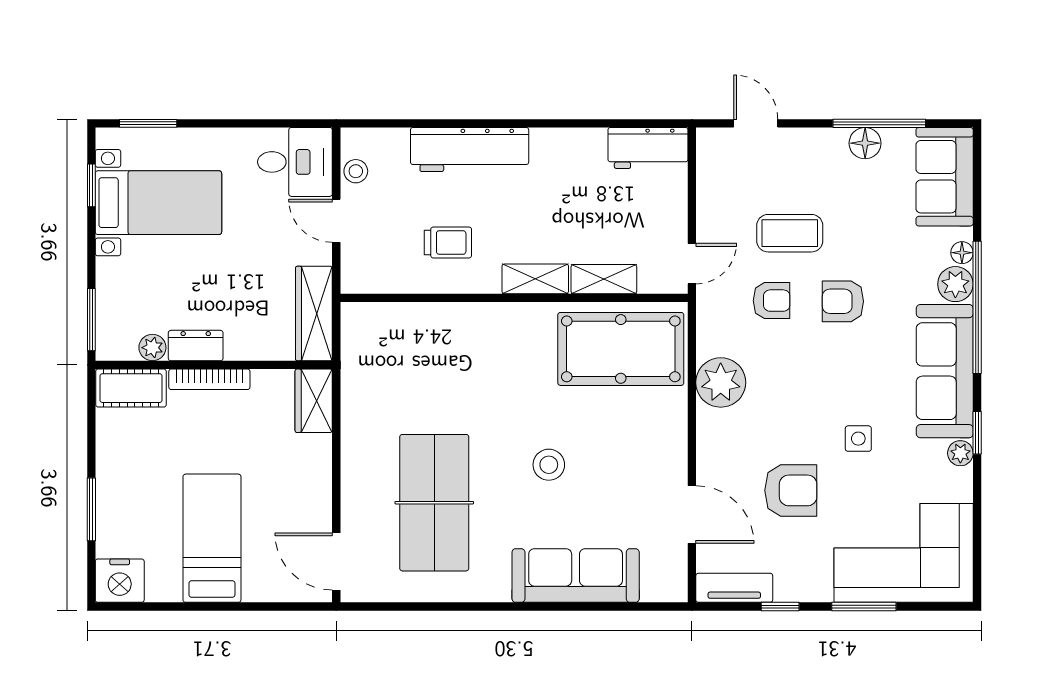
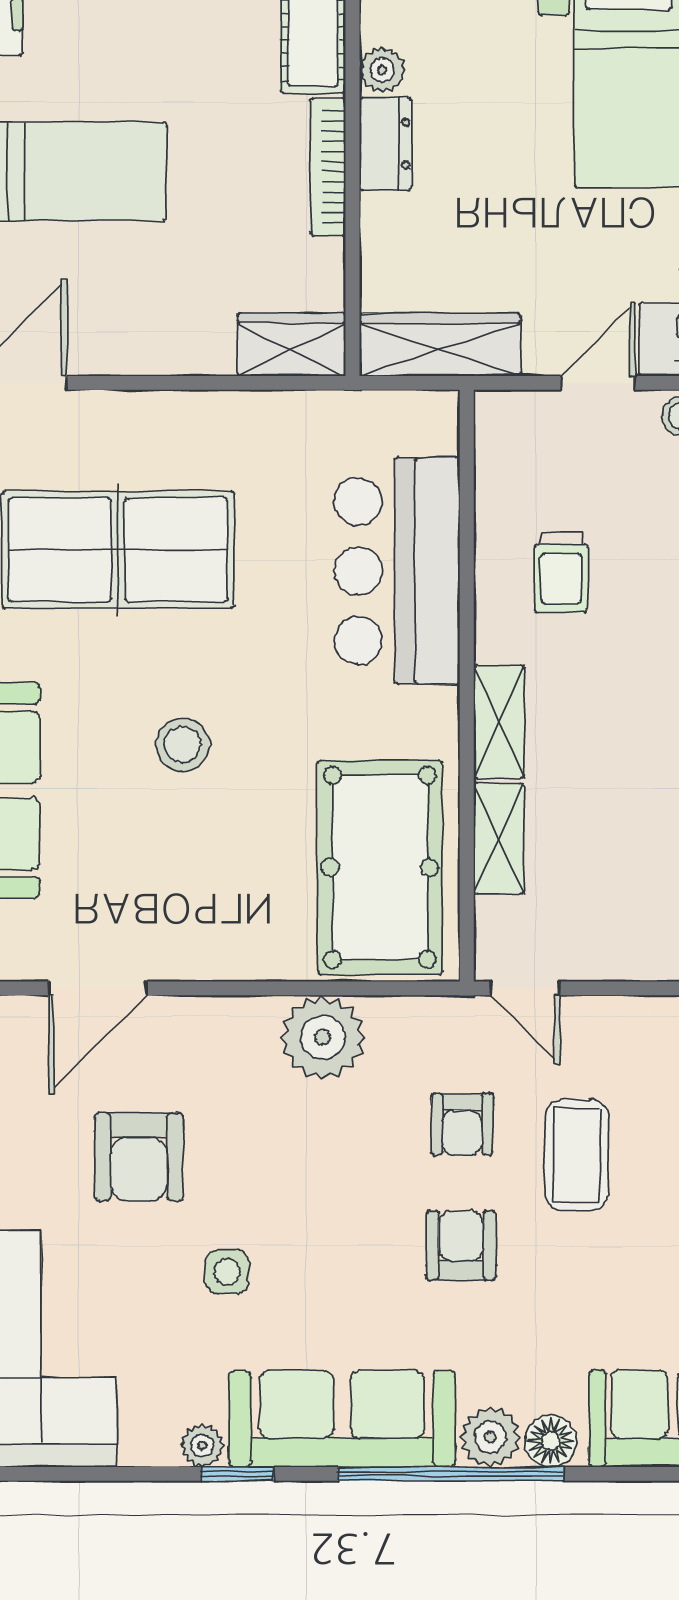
floor lamp: (962, 253) -> (551, 1441), width x1.37, depth x1.37
bar counter: (447, 339) -> (397, 571), added

